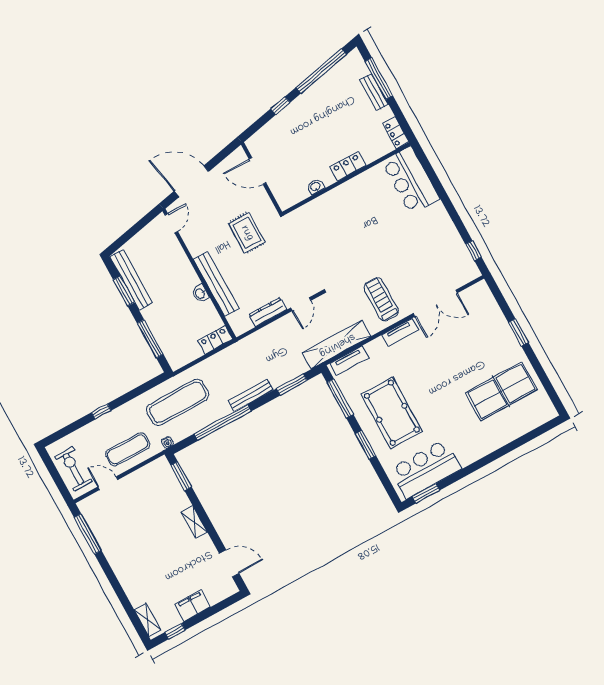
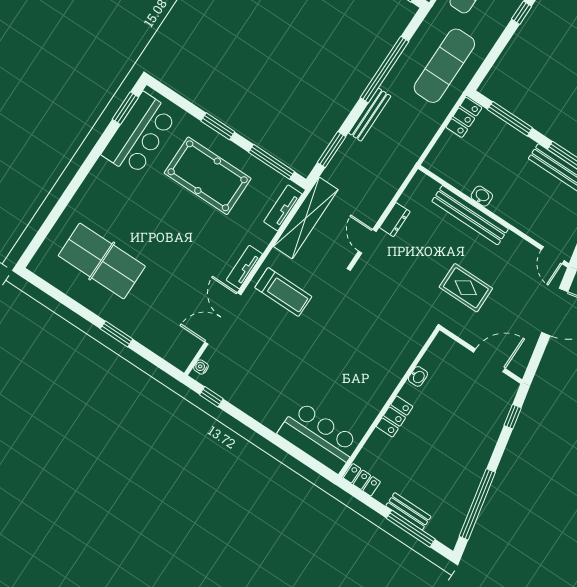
window: (280, 106) -> (513, 417), moved
dresser: (268, 312) -> (395, 220), width x0.70
locker: (215, 340) -> (464, 117), moved
table tennis table: (501, 391) -> (102, 261), turned 90
water cooler: (167, 442) -> (201, 367), moved

